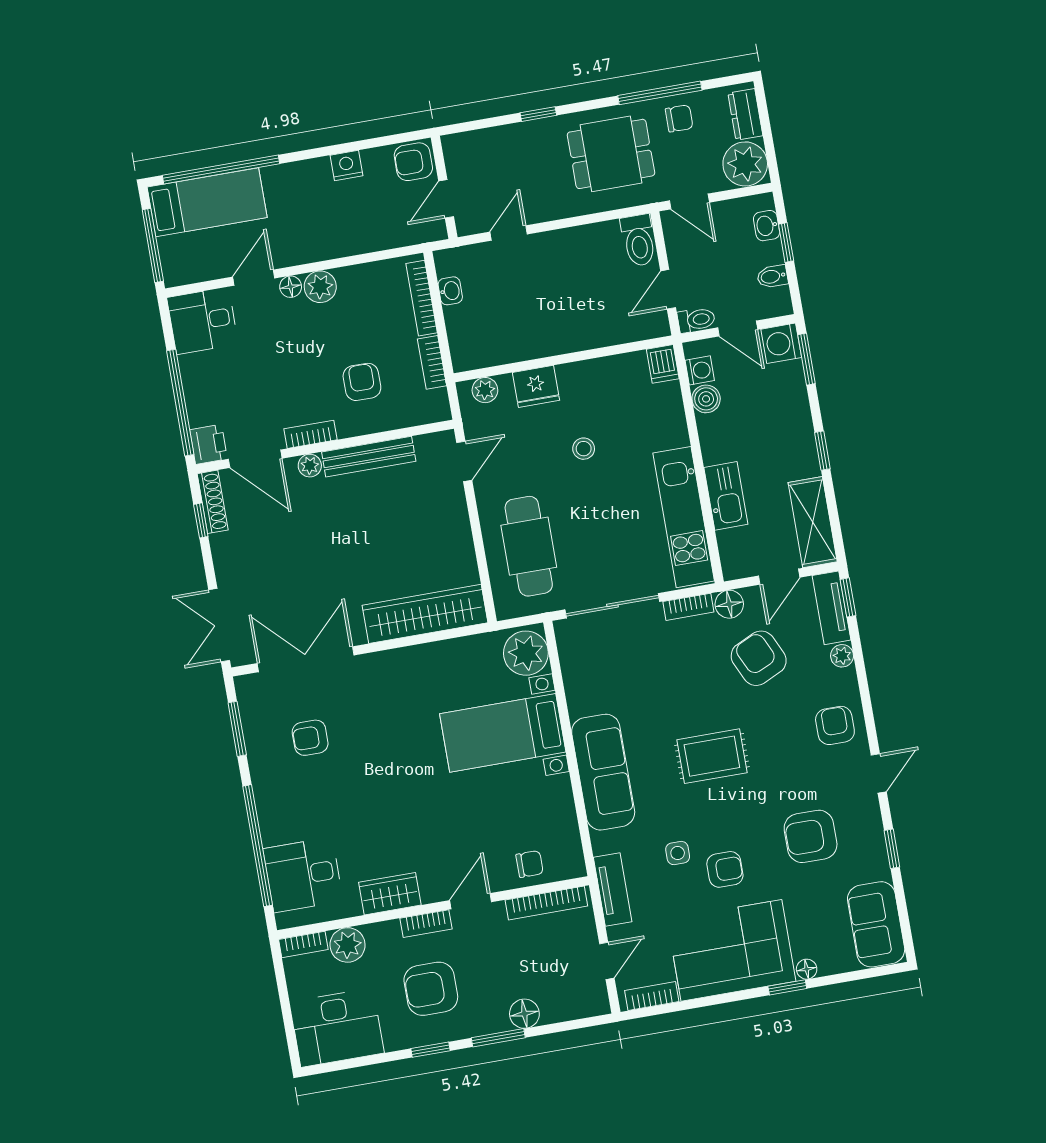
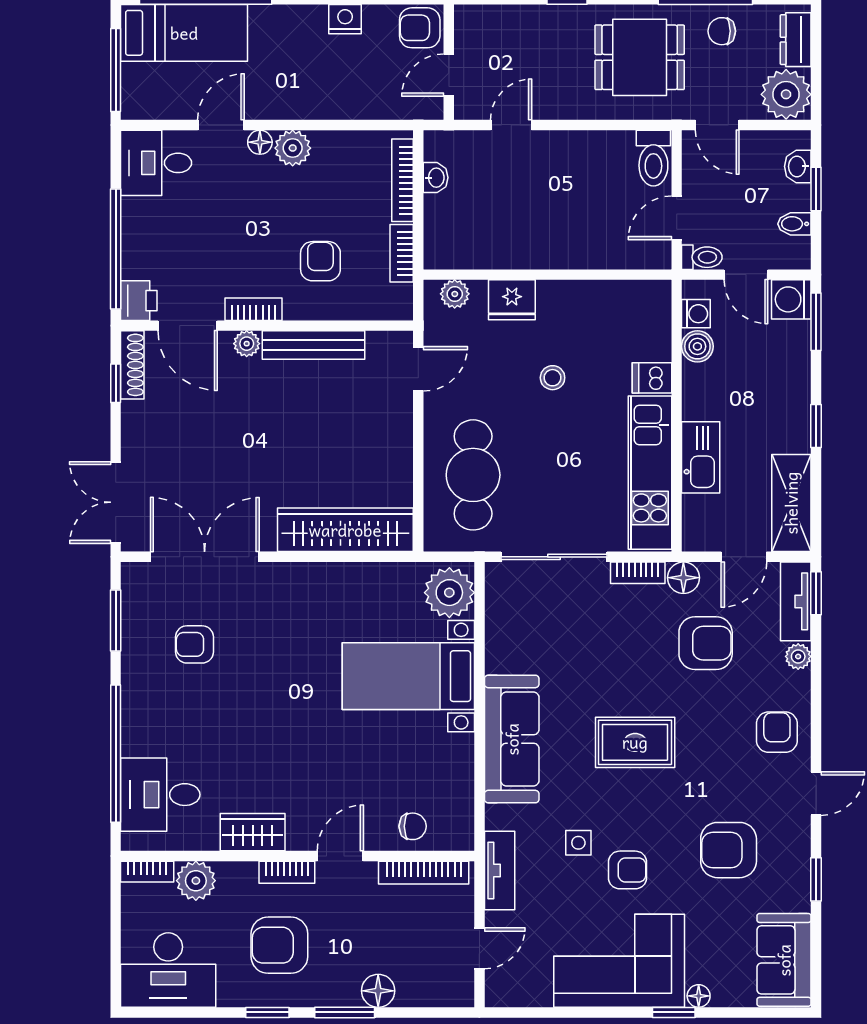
chair: (679, 118) -> (722, 31), turned 180
dishwasher: (663, 364) -> (652, 378), moved, turned 90
armchair: (759, 658) -> (706, 643), turned 115
bookcase: (652, 996) -> (522, 996), removed

